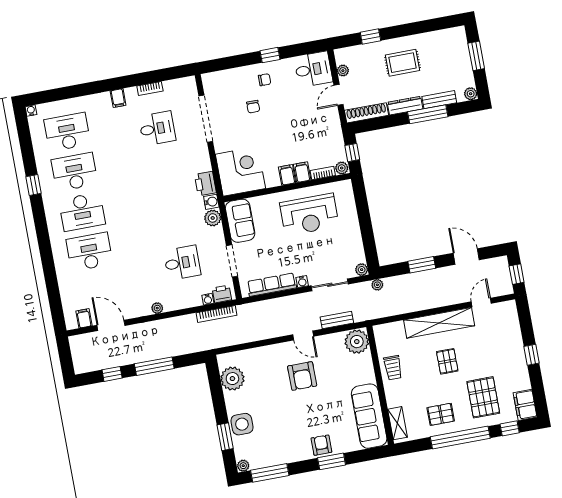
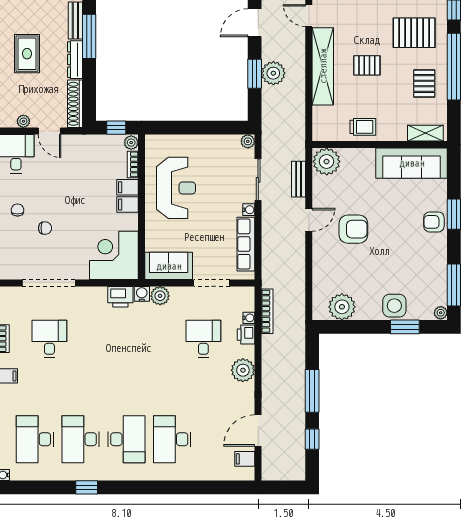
plant: (377, 285) -> (273, 73), moved, width x1.88, depth x1.88
printer: (222, 294) -> (246, 335), moved
plant: (157, 308) -> (243, 370), width x1.88, depth x1.88

